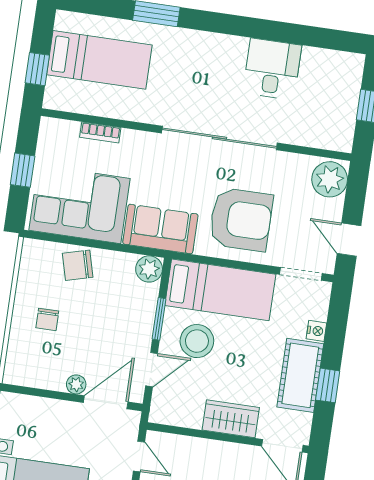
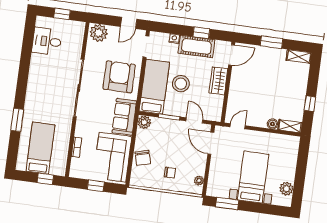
desk: (272, 69) -> (47, 41), moved
stool: (197, 341) -> (181, 84), moved
plant: (76, 384) -> (199, 181), moved

